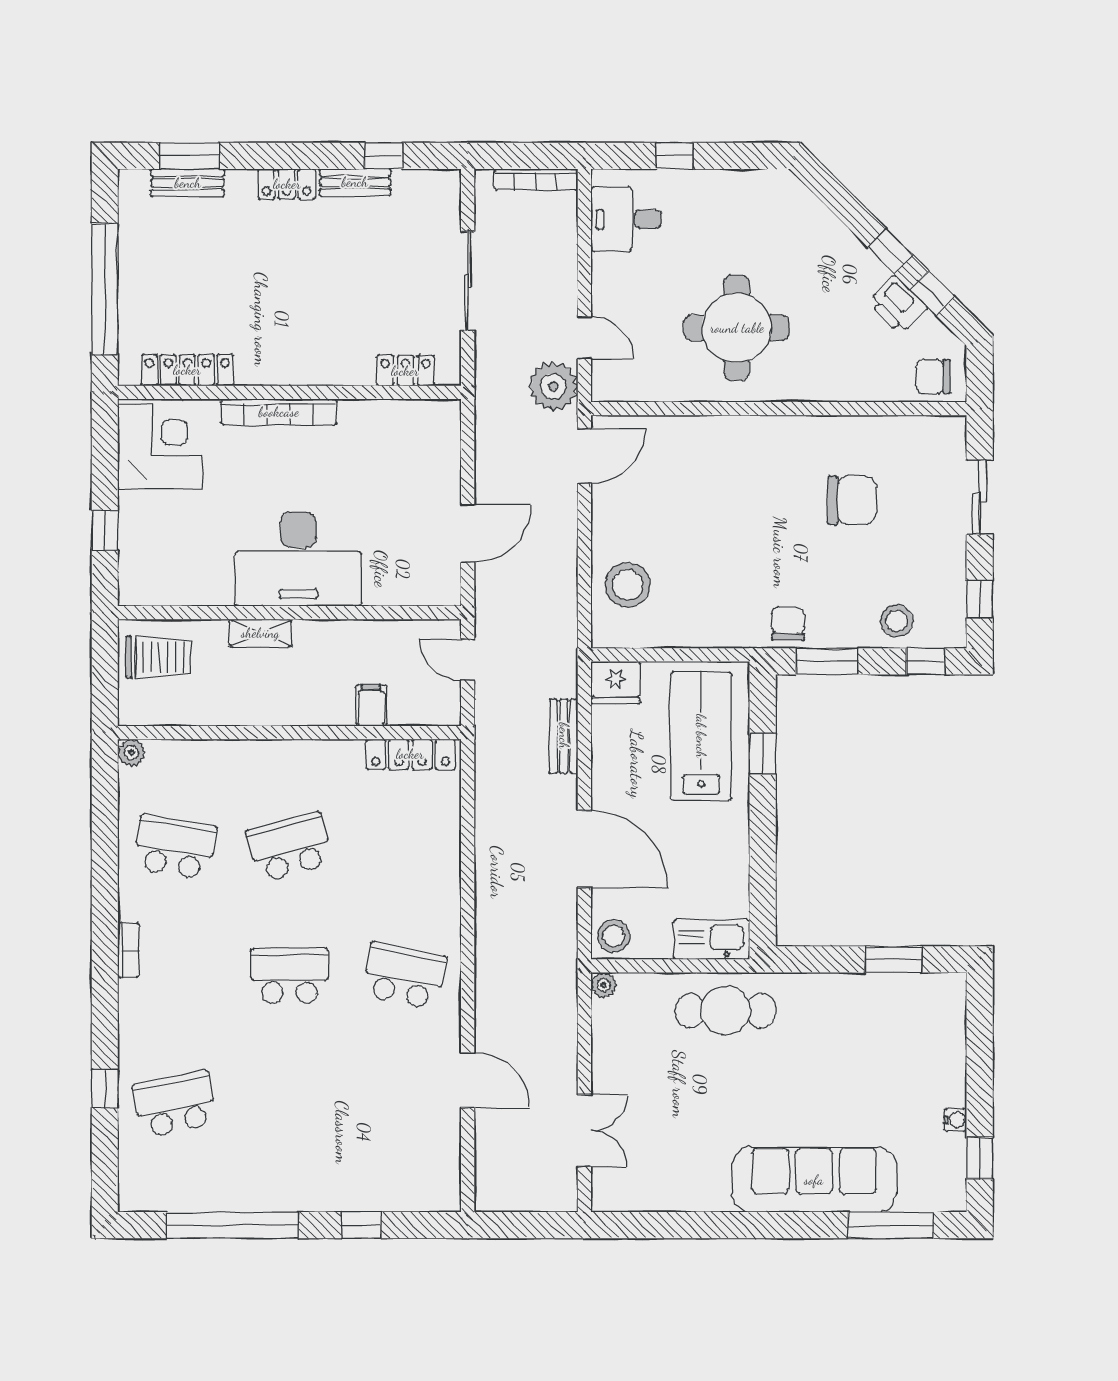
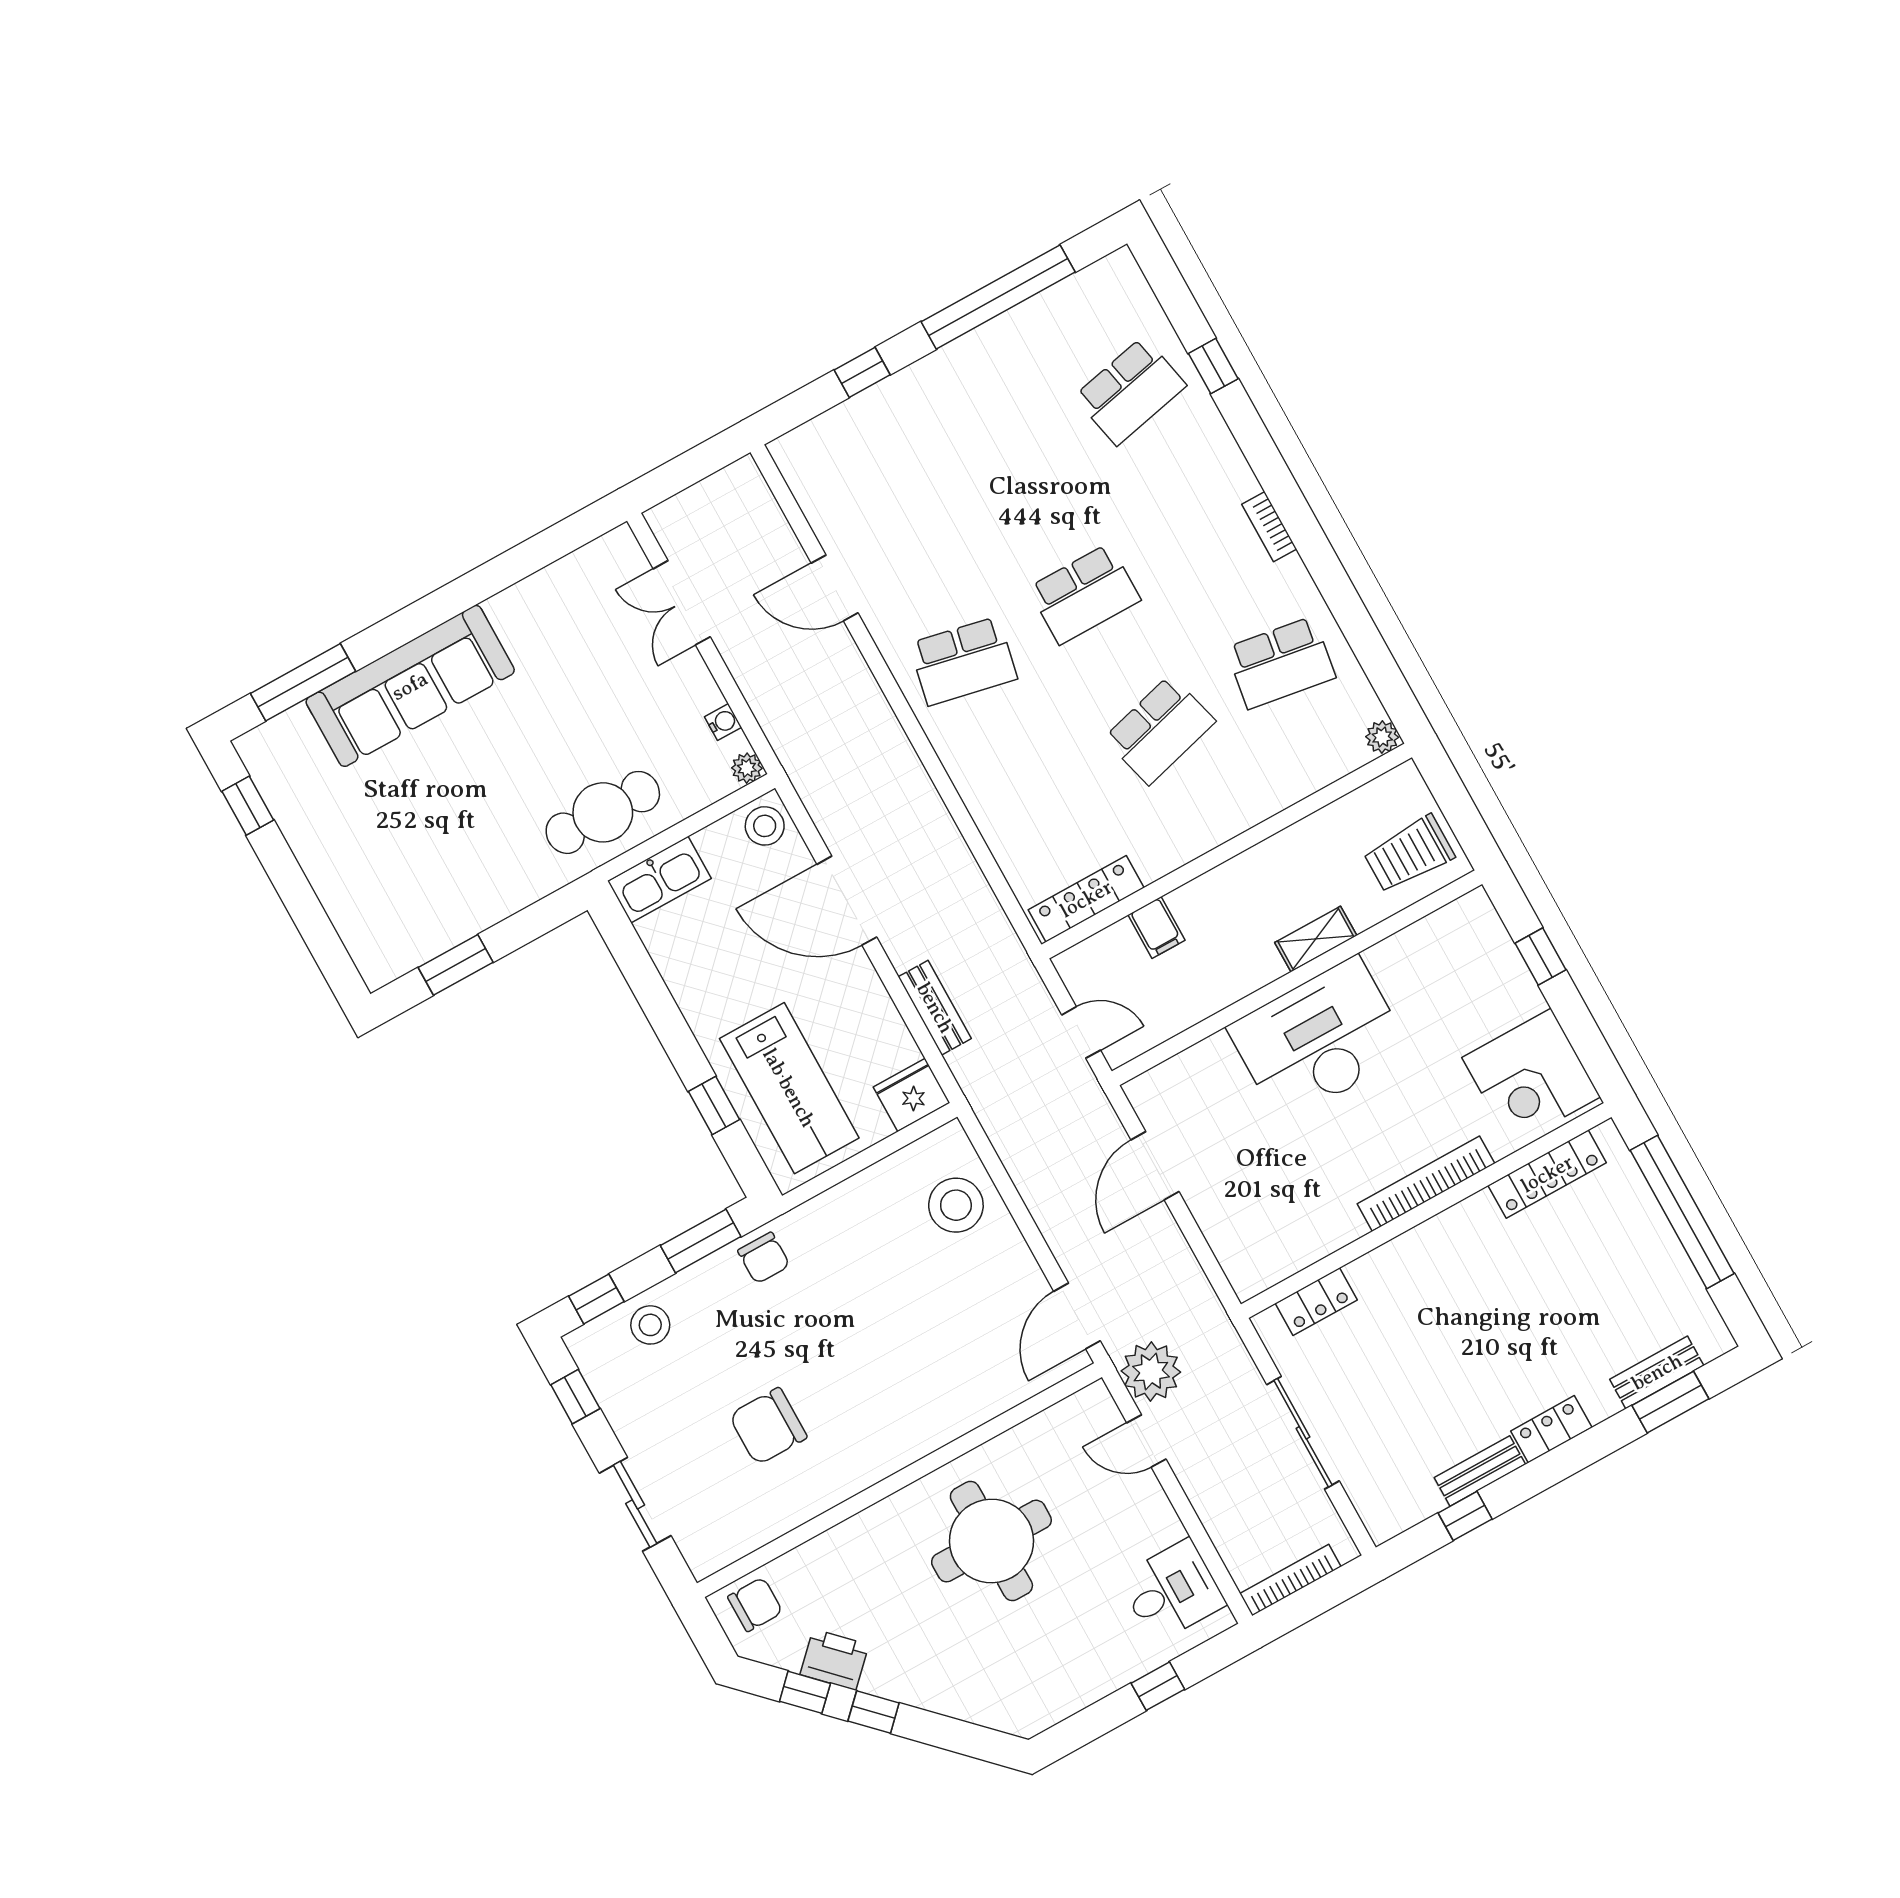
water cooler: (955, 1120) -> (723, 722), moved, turned 180

